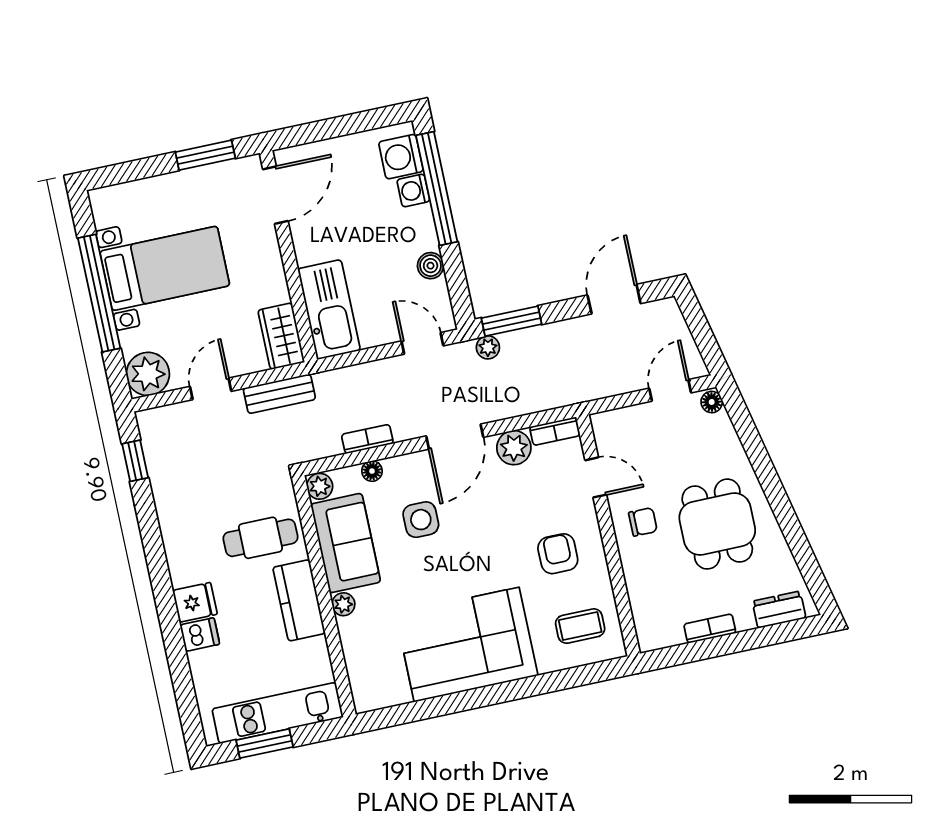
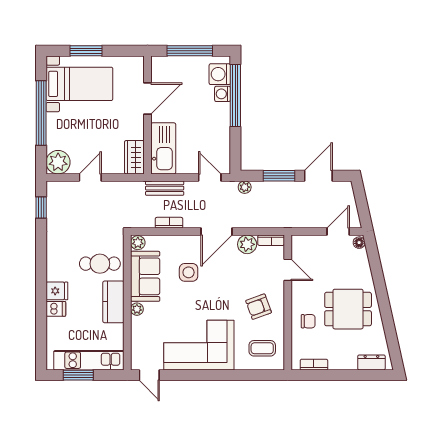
window: (339, 126) -> (190, 51), added
window: (205, 155) -> (86, 51), moved
door: (275, 195) -> (148, 99), moved
boiler: (431, 266) -> (223, 136), removed
bed with nightstands: (165, 268) -> (79, 84), moved
window: (511, 321) -> (279, 176), moved
bench: (279, 394) -> (165, 188), moved
floor lamp: (372, 471) -> (168, 241), removed
chair: (643, 522) -> (308, 321), moved
dining table: (717, 524) -> (348, 309), turned 90
armchair: (558, 554) -> (259, 307), turned -110
bookcase: (710, 629) -> (314, 365), moved
door: (390, 717) -> (149, 375), added

